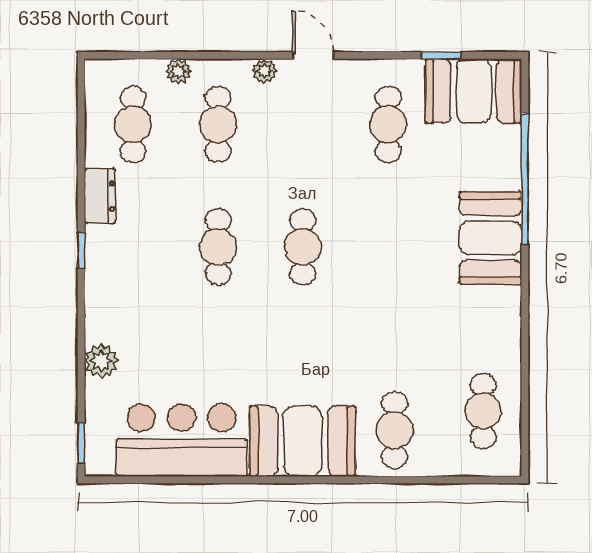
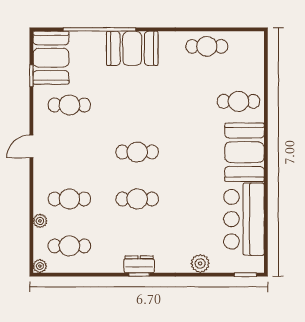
plant: (264, 71) -> (40, 266), moved
dresser: (100, 196) -> (139, 264), moved
cafe table: (483, 411) -> (207, 46), moved

